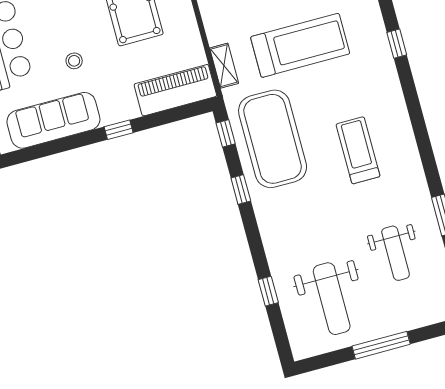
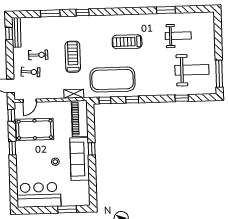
treadmill: (300, 45) -> (73, 57), width x0.73, depth x0.73
sofa: (53, 120) -> (80, 159), moved
window: (381, 345) -> (219, 74), moved

